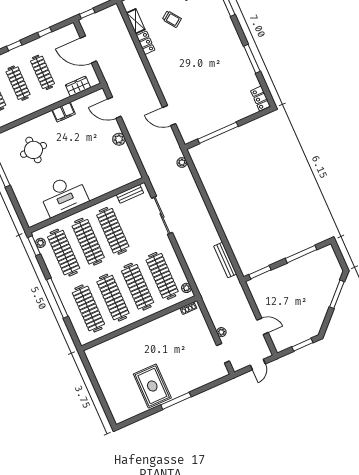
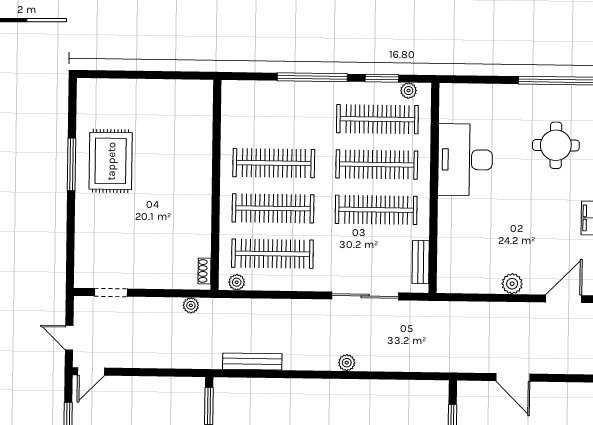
door: (169, 116) -> (513, 377), swing flipped
plant: (182, 162) -> (347, 363), moved
window: (34, 246) -> (382, 78), moved
clothes rail: (88, 308) -> (274, 118), removed
door: (263, 326) -> (91, 371), moved
plant: (221, 332) -> (191, 305), moved
rug: (152, 386) -> (111, 161), turned 90
window: (176, 401) -> (72, 164), moved

